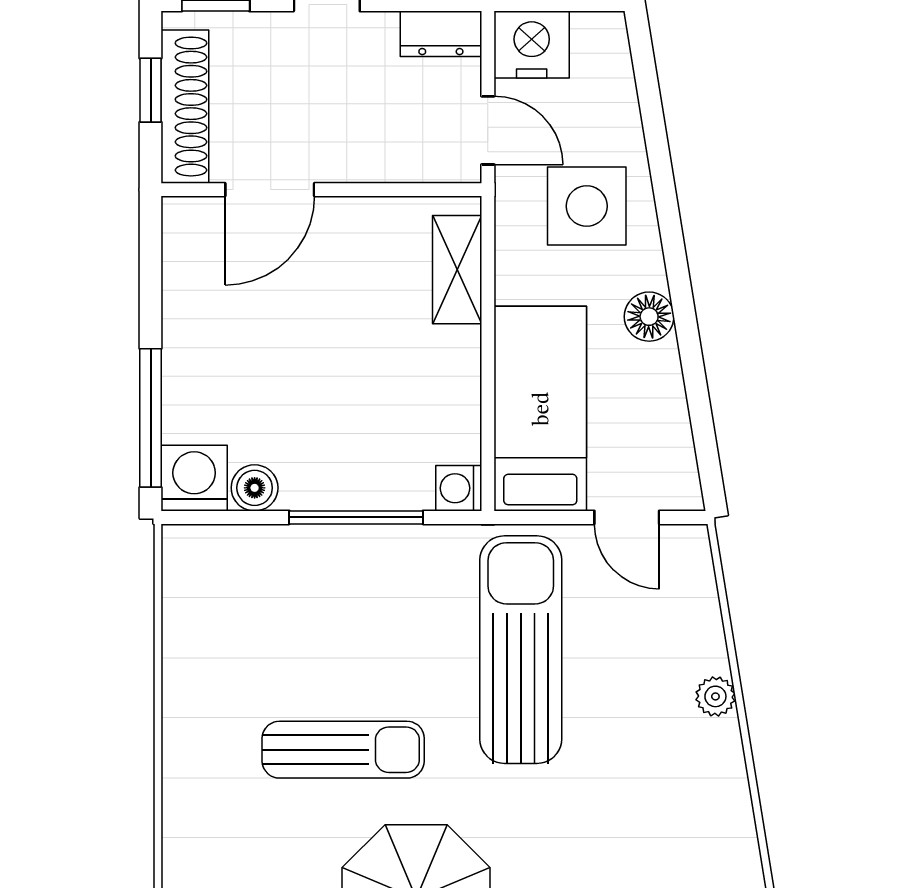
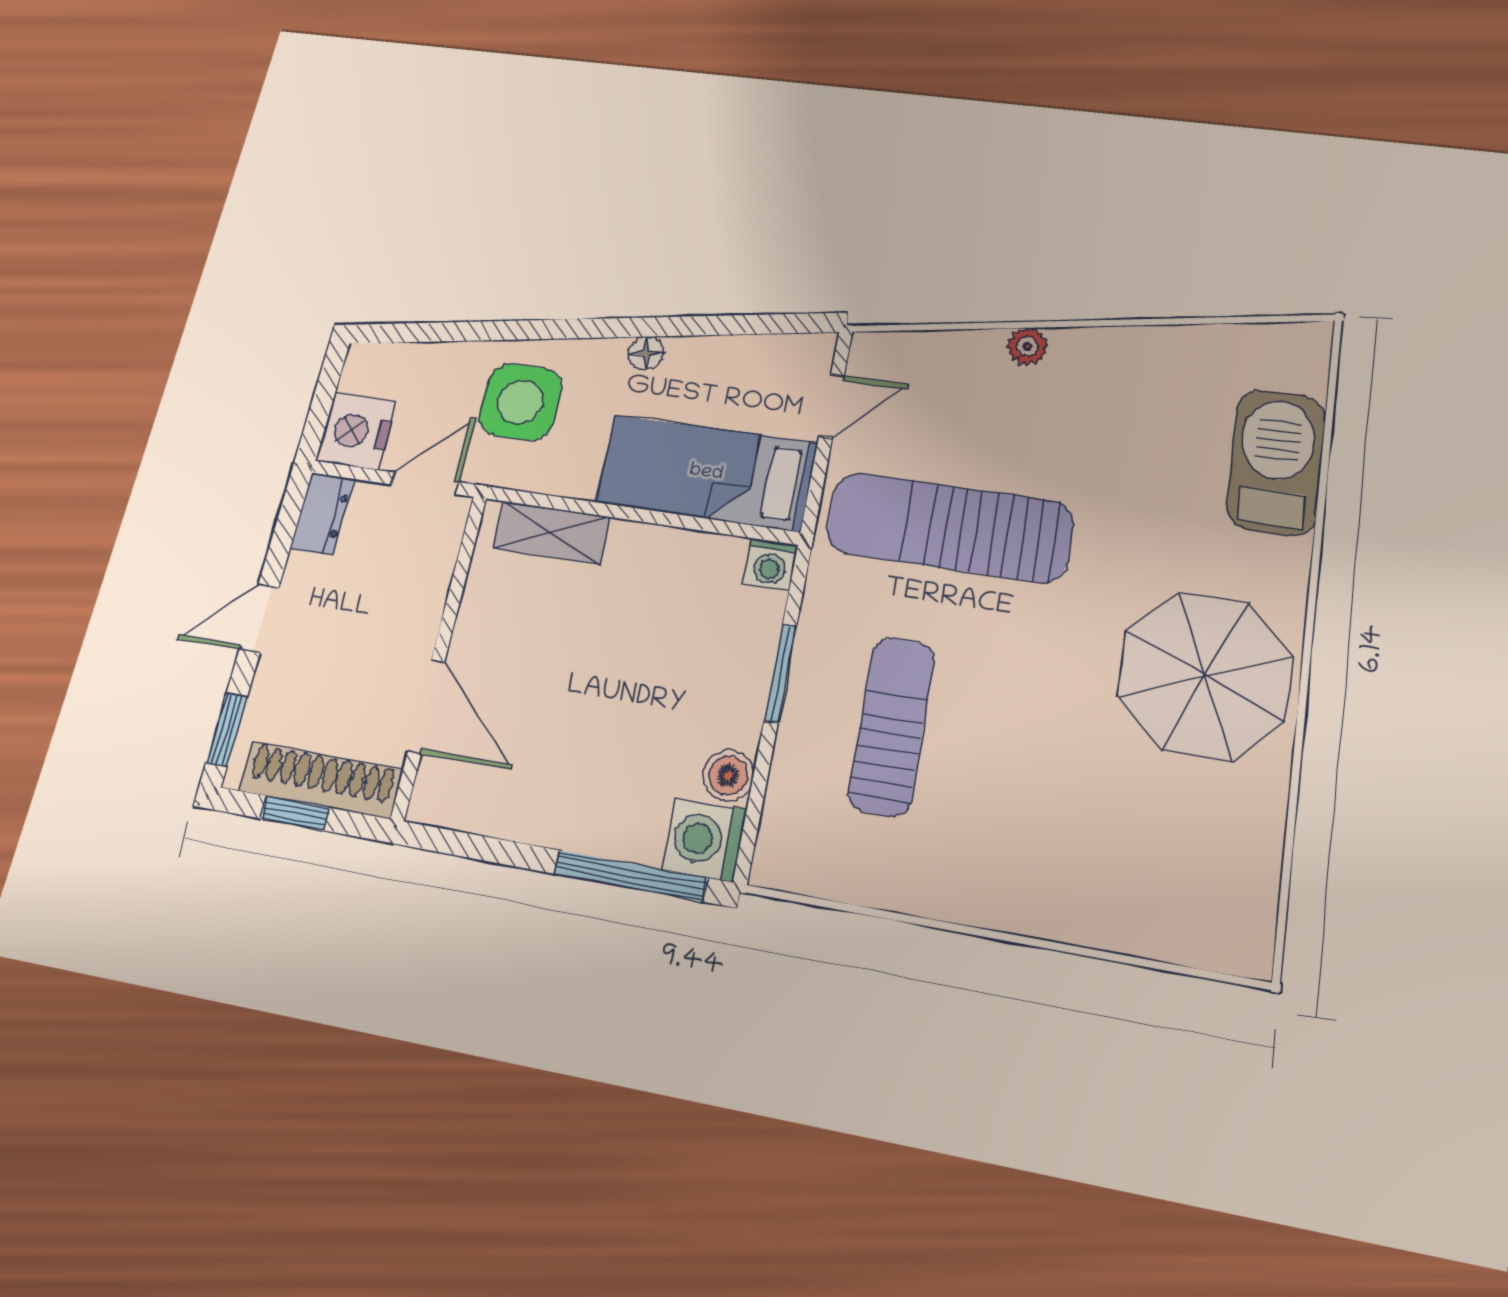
floor lamp: (649, 317) -> (646, 353), width x0.73, depth x0.73
window: (356, 517) -> (780, 673), width x0.69
sun lounger: (343, 750) -> (892, 726), moved

